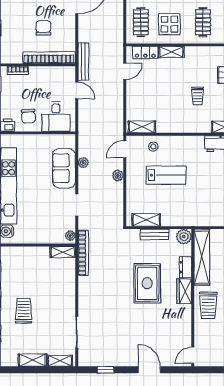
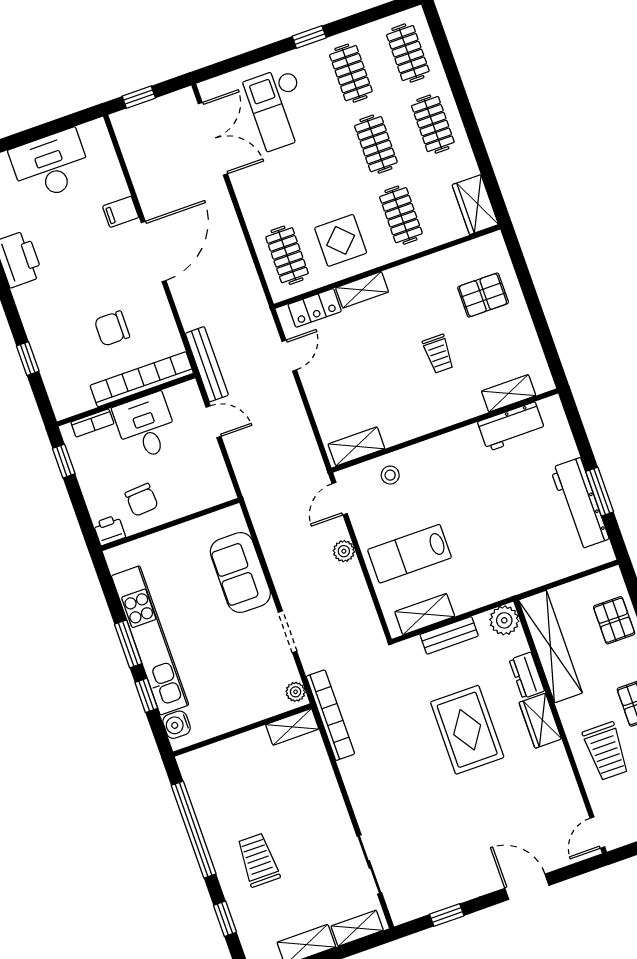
chair: (43, 28) -> (112, 328), turned -90
desk: (56, 117) -> (146, 426), moved, turned 180
plant: (83, 163) -> (272, 550), removed
lab bench: (166, 175) -> (409, 554), moved, turned 180
trolley: (208, 305) -> (606, 751), moved

